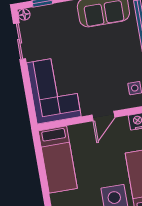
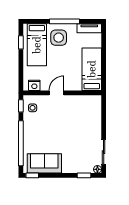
corner sofa: (54, 90) -> (86, 116), removed

